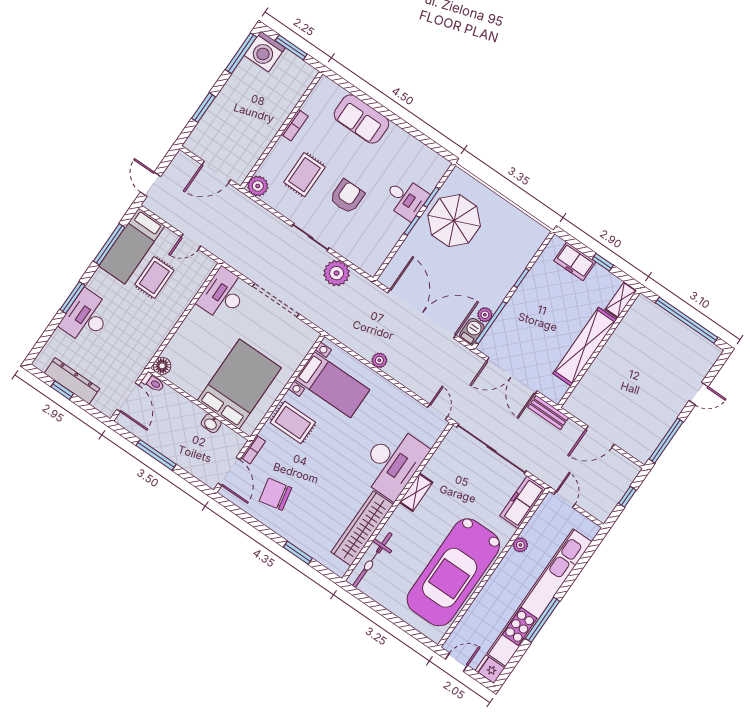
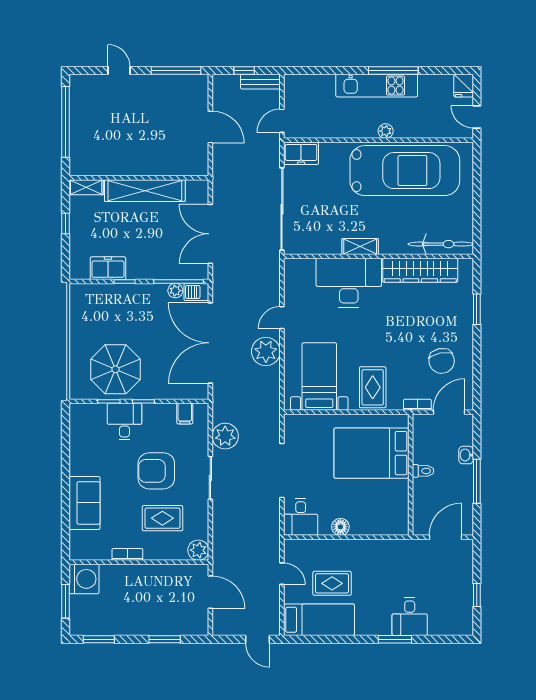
washing machine: (265, 52) -> (84, 579), moved
window: (241, 53) -> (99, 639), width x0.69
door: (151, 184) -> (258, 639), hinge flipped
armchair: (347, 197) -> (156, 471), width x1.36, depth x1.36
window: (109, 244) -> (330, 639), removed
filing cabinet: (378, 253) -> (185, 414), added
freezer: (575, 261) -> (108, 268), moved, turned -90
desk: (223, 294) -> (301, 517), width x0.73
desk: (86, 317) -> (410, 617), width x0.73
plant: (379, 360) -> (266, 351), width x1.87, depth x1.87
floor lamp: (162, 366) -> (340, 527), moved
double door: (512, 376) -> (210, 234), swing flipped
dresser: (72, 381) -> (464, 592), removed
toilet: (153, 382) -> (423, 471), moved, turned 90
door: (438, 412) -> (282, 318), moved
bench: (548, 412) -> (260, 82), moved, turned 90
washbasin: (211, 423) -> (466, 455), moved, turned 180
freezer: (523, 502) -> (301, 153), width x0.71
plant: (520, 545) -> (386, 131), moved
kitchen unit: (539, 598) -> (377, 86), width x0.54

